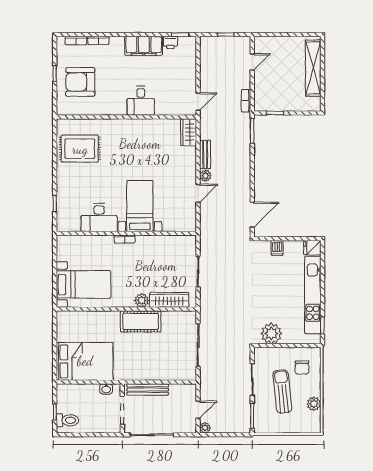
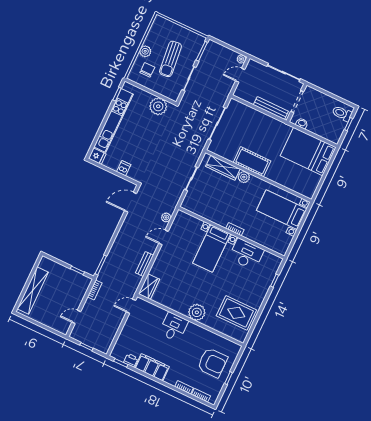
plant: (123, 129) -> (197, 312), added
plant: (205, 176) -> (166, 217), moved
plant: (314, 404) -> (145, 51), moved

